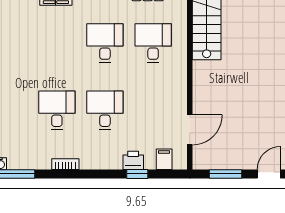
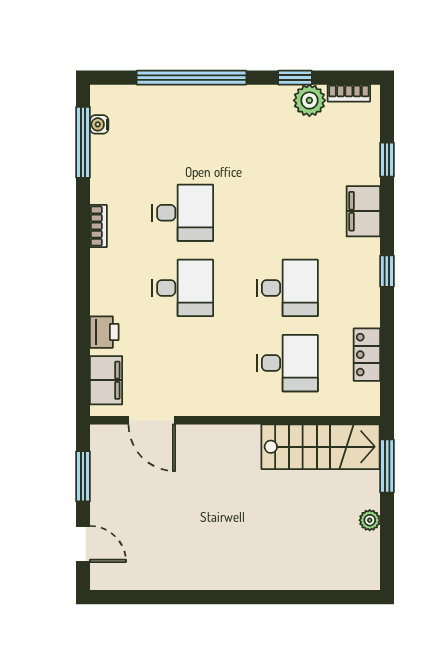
filing cabinet: (164, 159) -> (106, 380), width x2.00
window: (137, 174) -> (83, 339), removed

